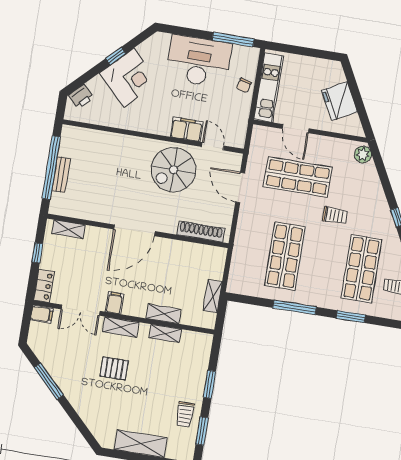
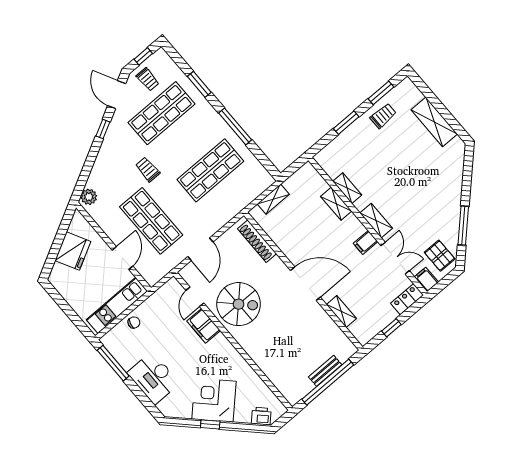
desk: (199, 61) -> (153, 378), width x0.73, depth x0.77
shelving: (69, 229) -> (341, 312), moved
shelving: (213, 296) -> (273, 199), moved
pallet: (114, 368) -> (440, 256), moved

